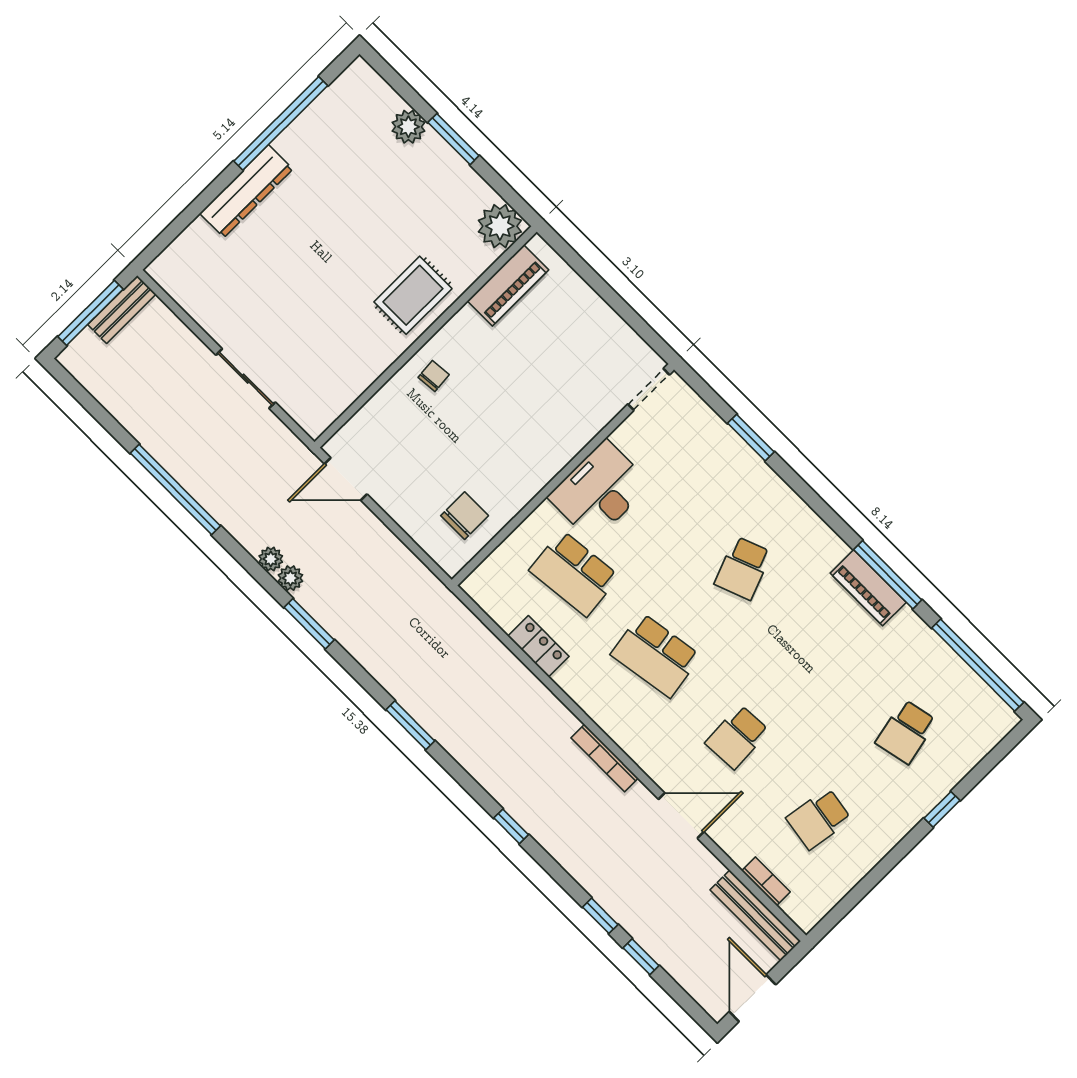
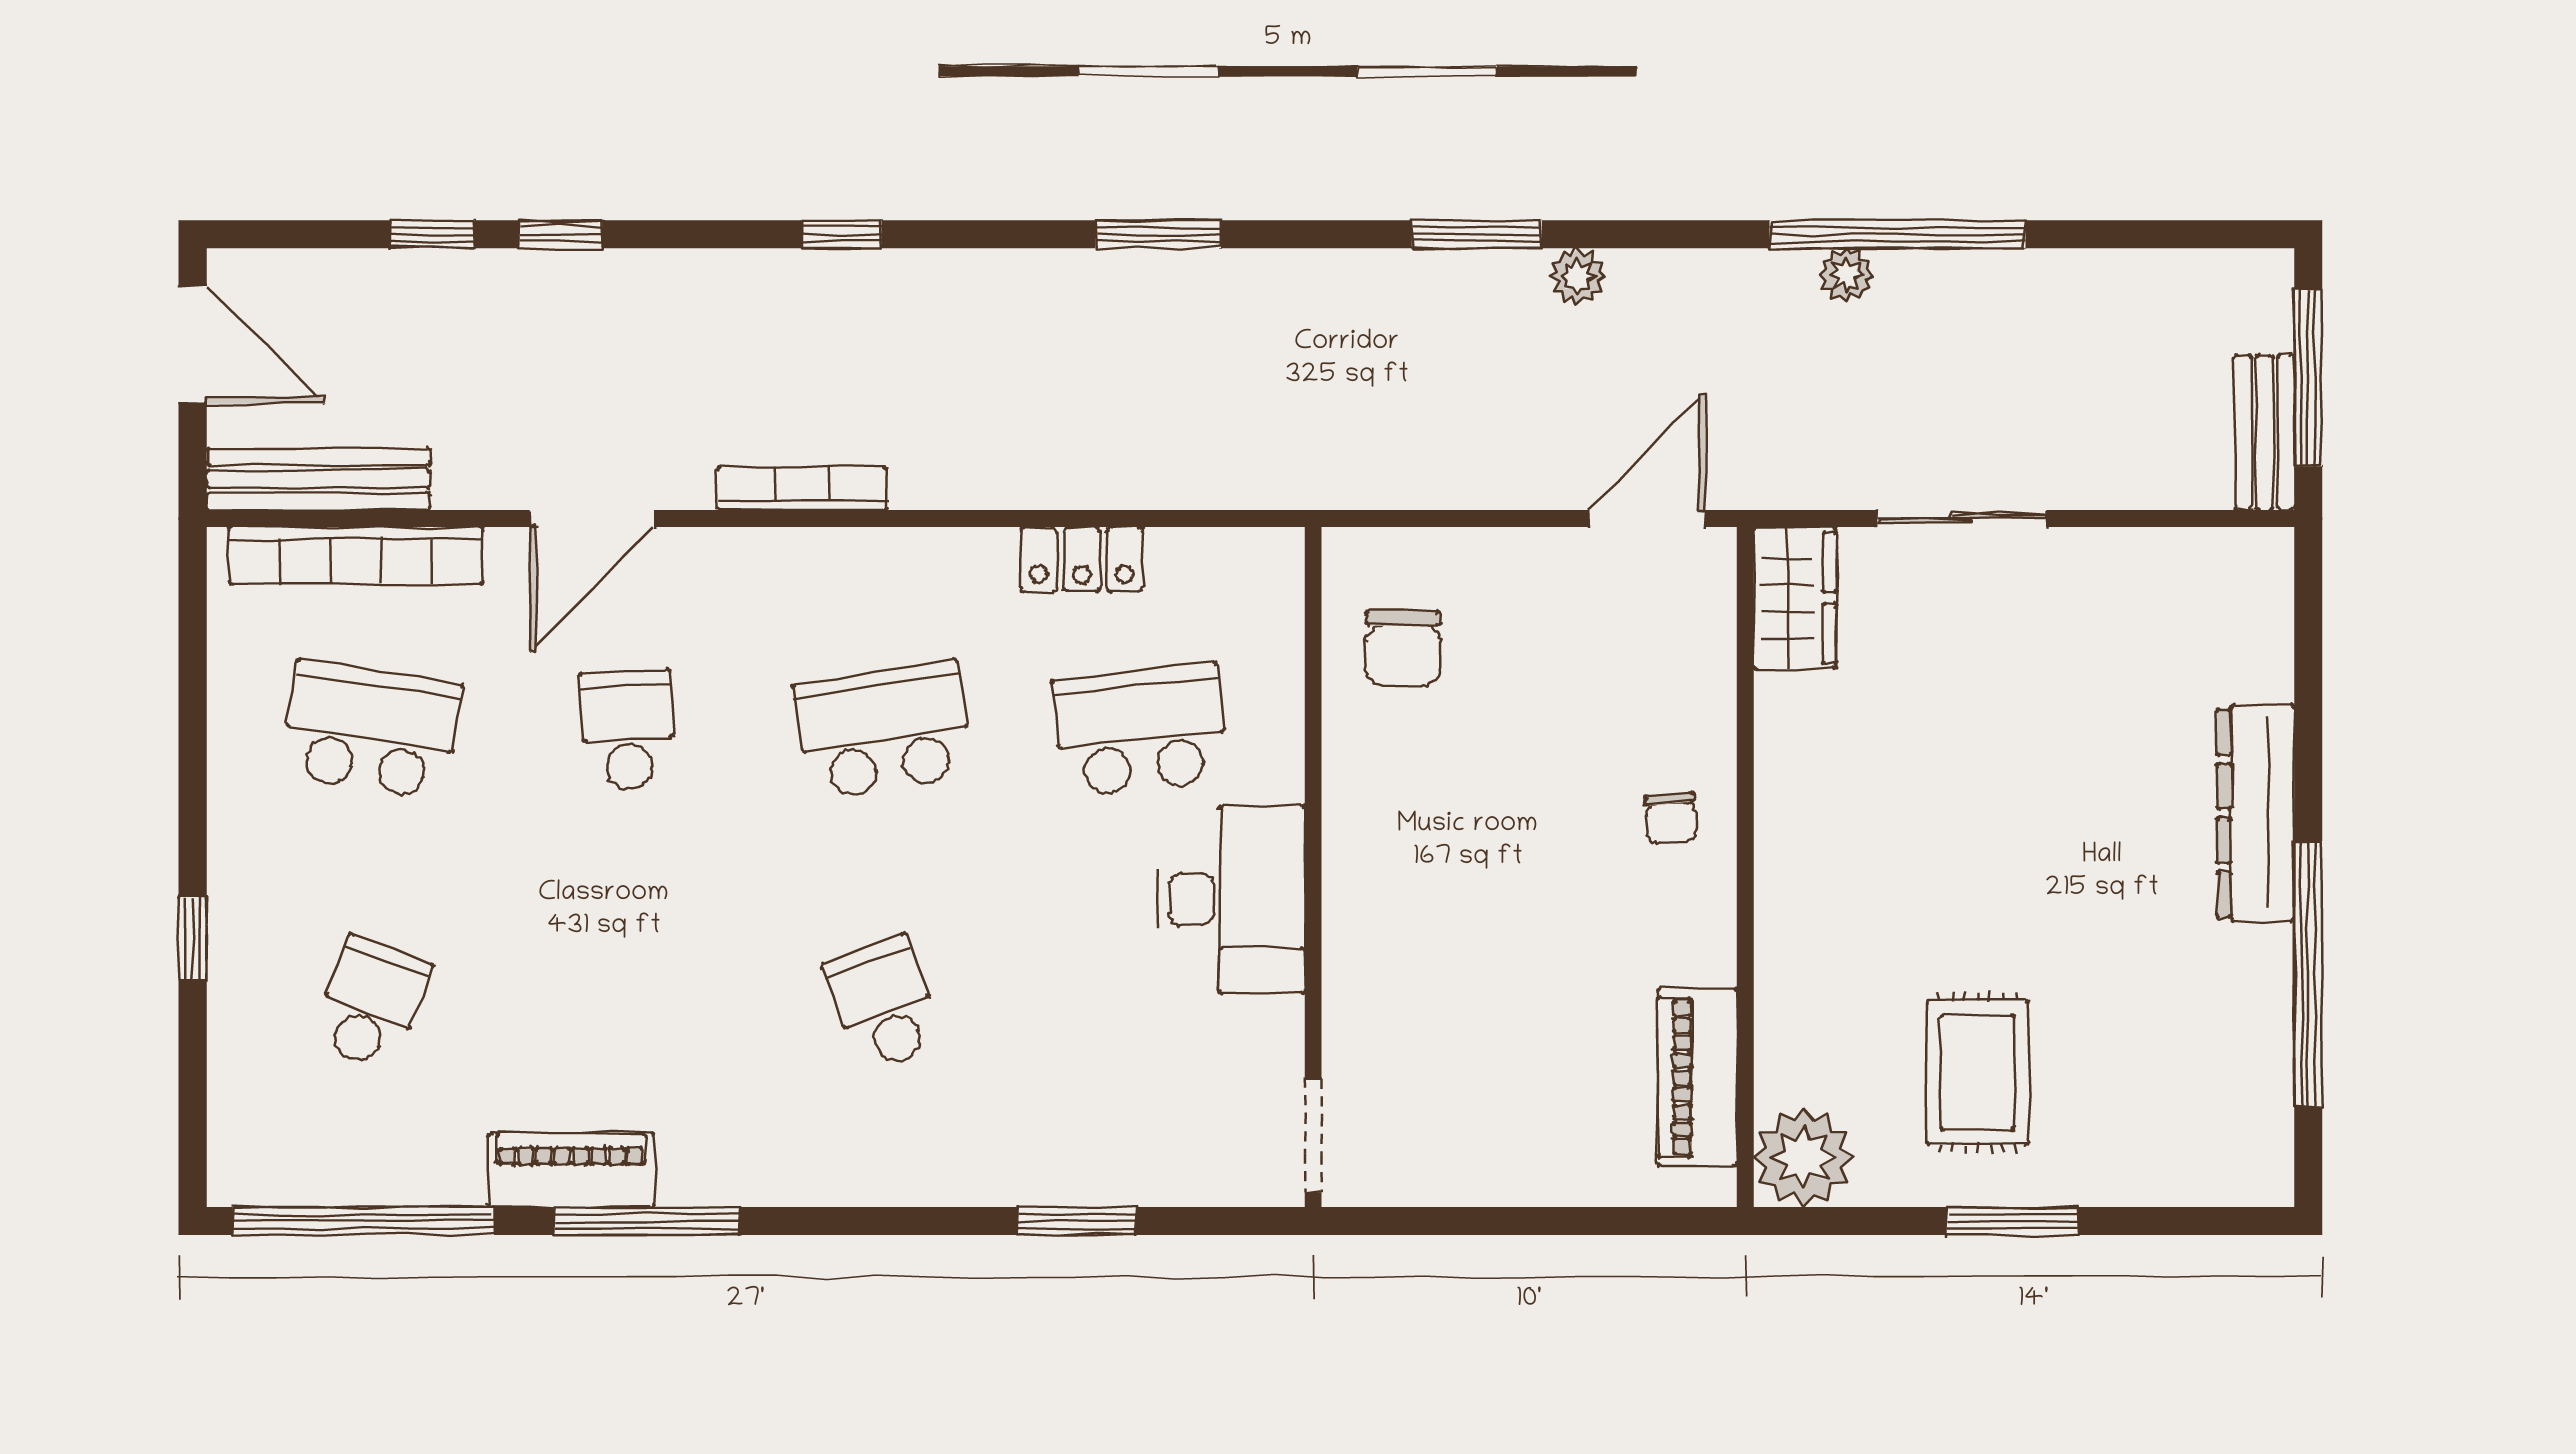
plant: (408, 127) -> (2103, 1169), removed
rug: (413, 295) -> (1978, 1072), moved
wardrobe: (324, 407) -> (1795, 598), added
plant: (271, 559) -> (1846, 275), moved
piano: (868, 588) -> (571, 1170), moved
school desk: (906, 732) -> (371, 1004), turned 33
school desk: (819, 819) -> (371, 730), width x1.85
bookcase: (766, 881) -> (356, 556), width x2.31, depth x1.31

